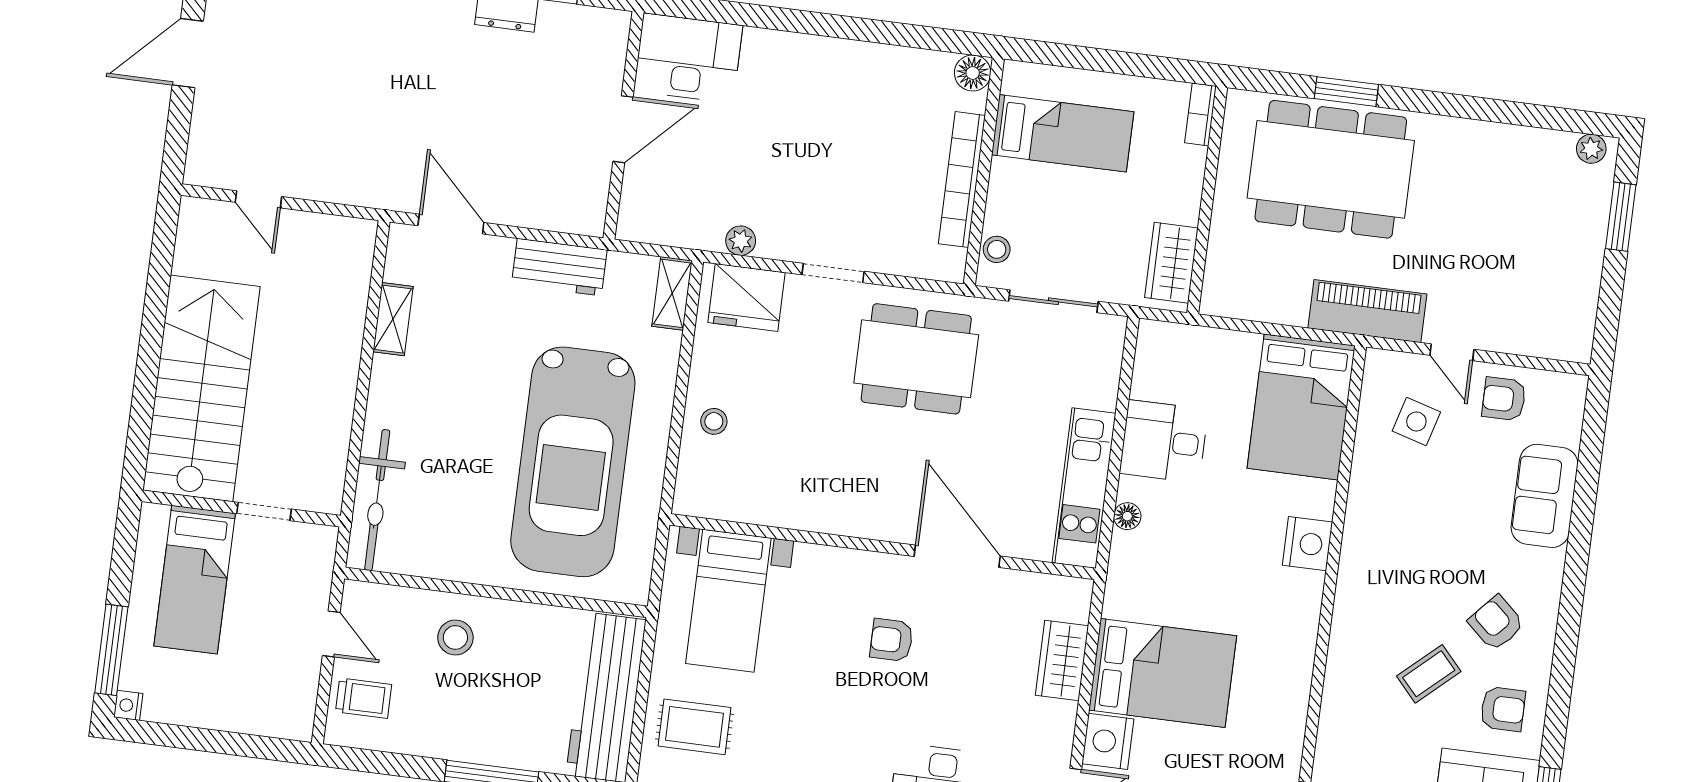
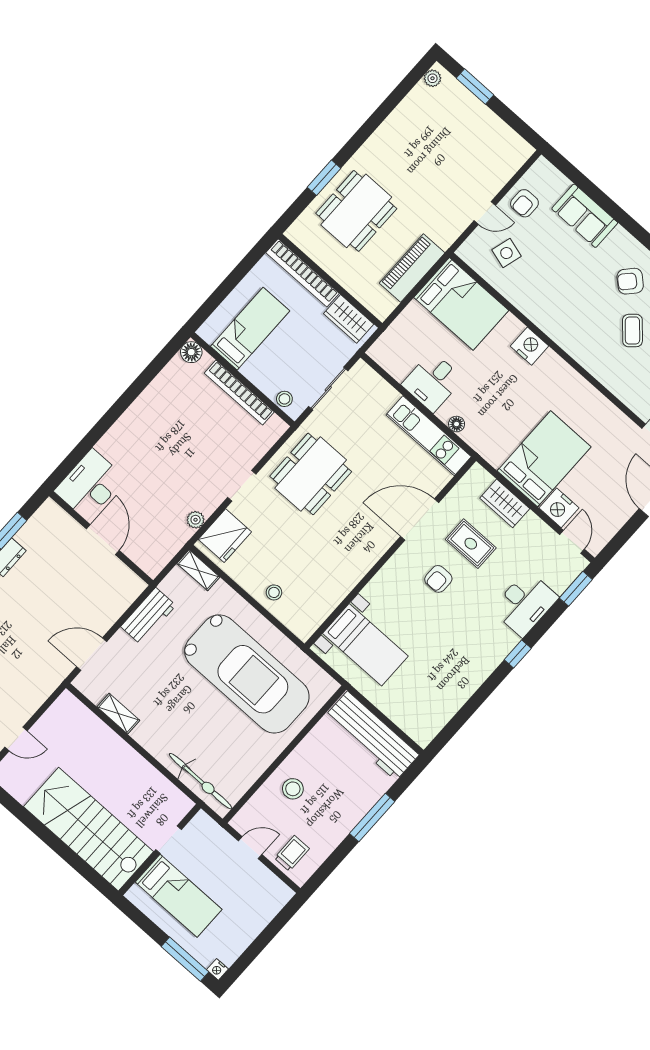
bookcase: (1200, 114) -> (303, 273), width x2.31, depth x1.31
dining table: (1331, 169) -> (356, 211), width x0.73, depth x0.80
piano: (1367, 311) -> (412, 268), moved
rug: (695, 727) -> (471, 544), moved, turned 90

